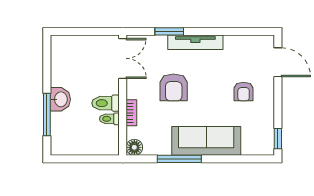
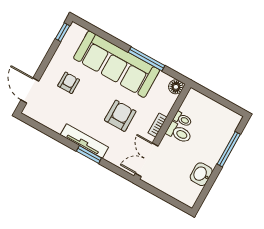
window: (169, 31) -> (89, 155), moved
washbasin: (60, 99) -> (201, 174), moved
bookcase: (131, 113) -> (157, 125), moved
sofa: (206, 141) -> (117, 64), width x1.36, depth x1.27

